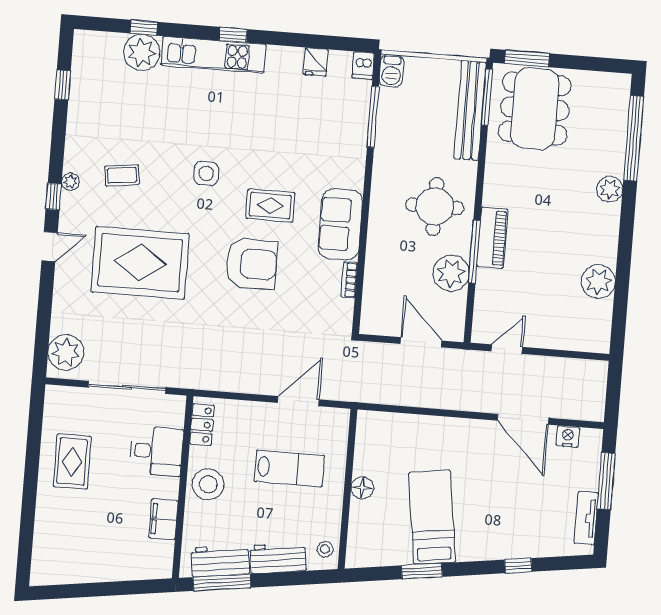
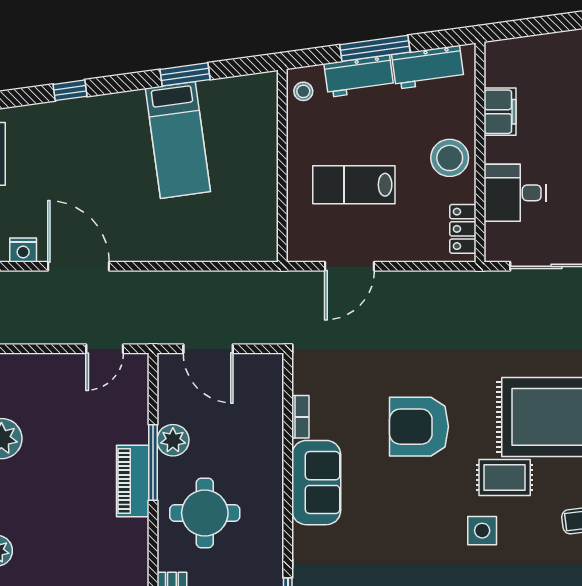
rug: (270, 206) -> (505, 478), moved
plant: (451, 273) -> (173, 440), width x0.73, depth x0.73
floor lamp: (362, 488) -> (265, 169), removed
window: (222, 582) -> (375, 48), moved

